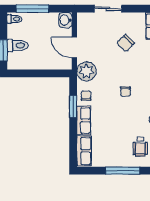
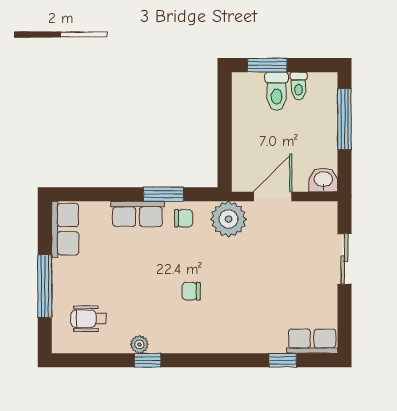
toilet: (15, 19) -> (299, 86), moved
chair: (126, 43) -> (281, 291), removed
row of seats: (84, 151) -> (65, 229), moved, turned -90

